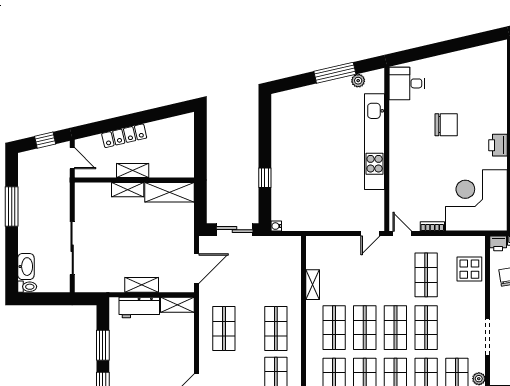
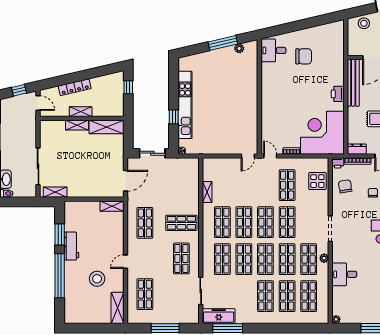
chair: (446, 125) -> (304, 56), moved
window: (200, 136) -> (128, 87), added
kitchen unit: (375, 142) -> (185, 105), moved, turned 180
shelving: (142, 285) -> (55, 192), moved
workbench: (139, 308) -> (71, 246), moved, turned -90
shop shelf: (276, 329) -> (181, 223), turned 90

